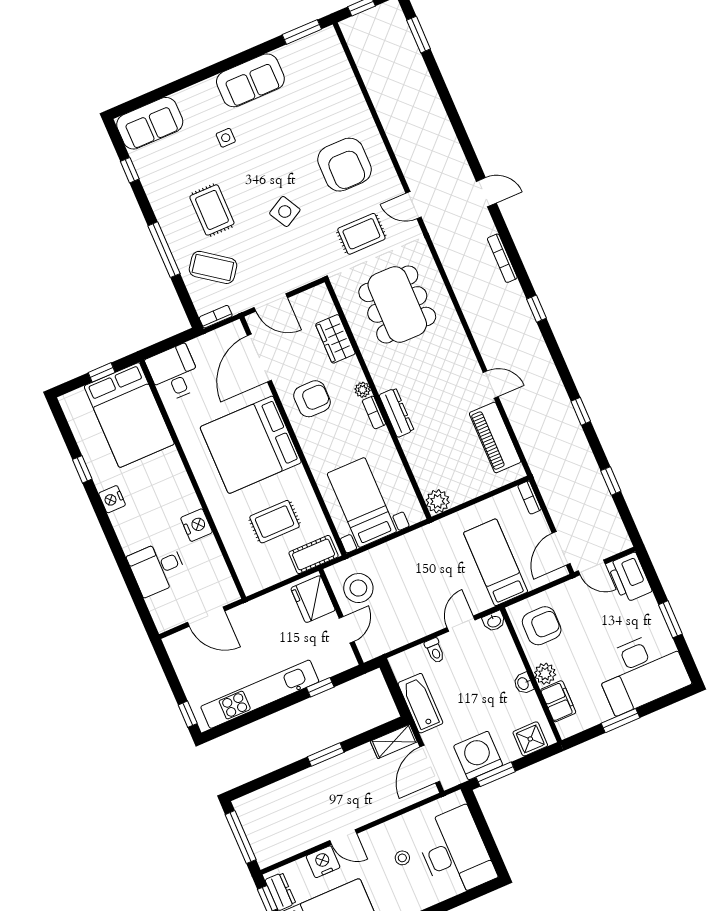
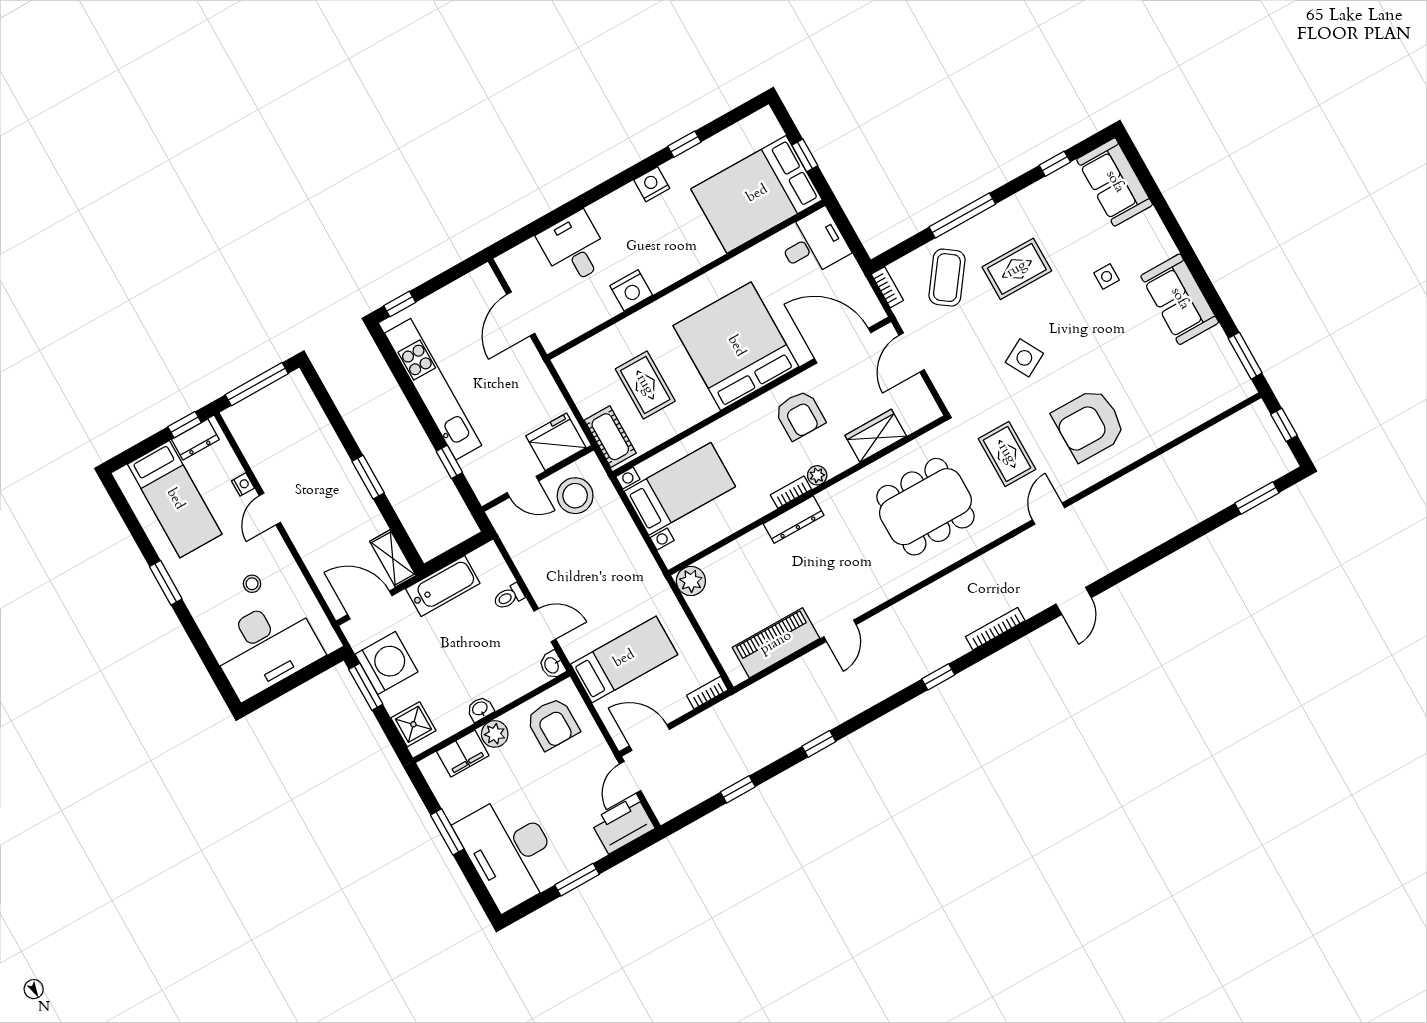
nightstand: (323, 862) -> (243, 484), width x0.53, depth x0.56

